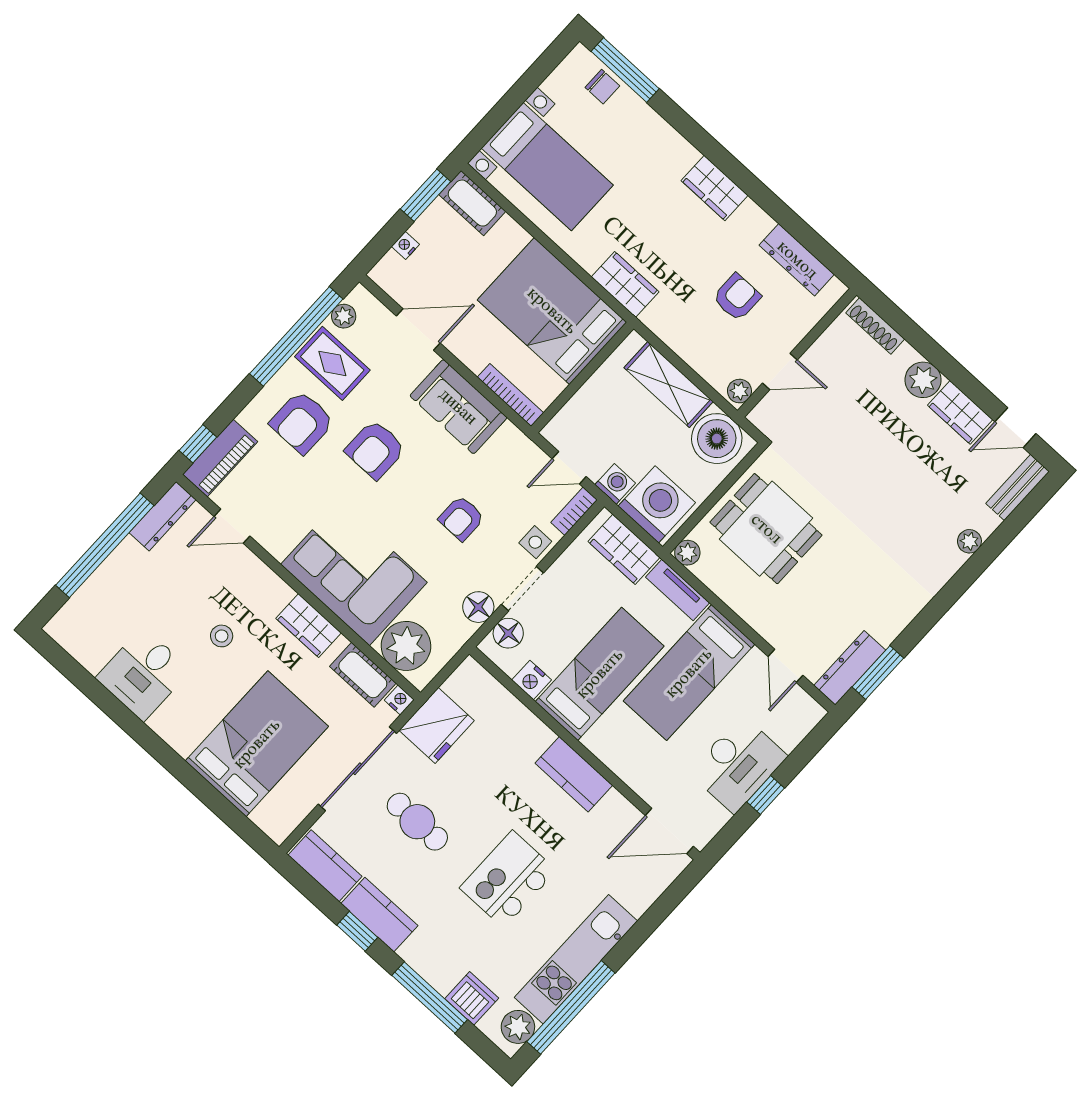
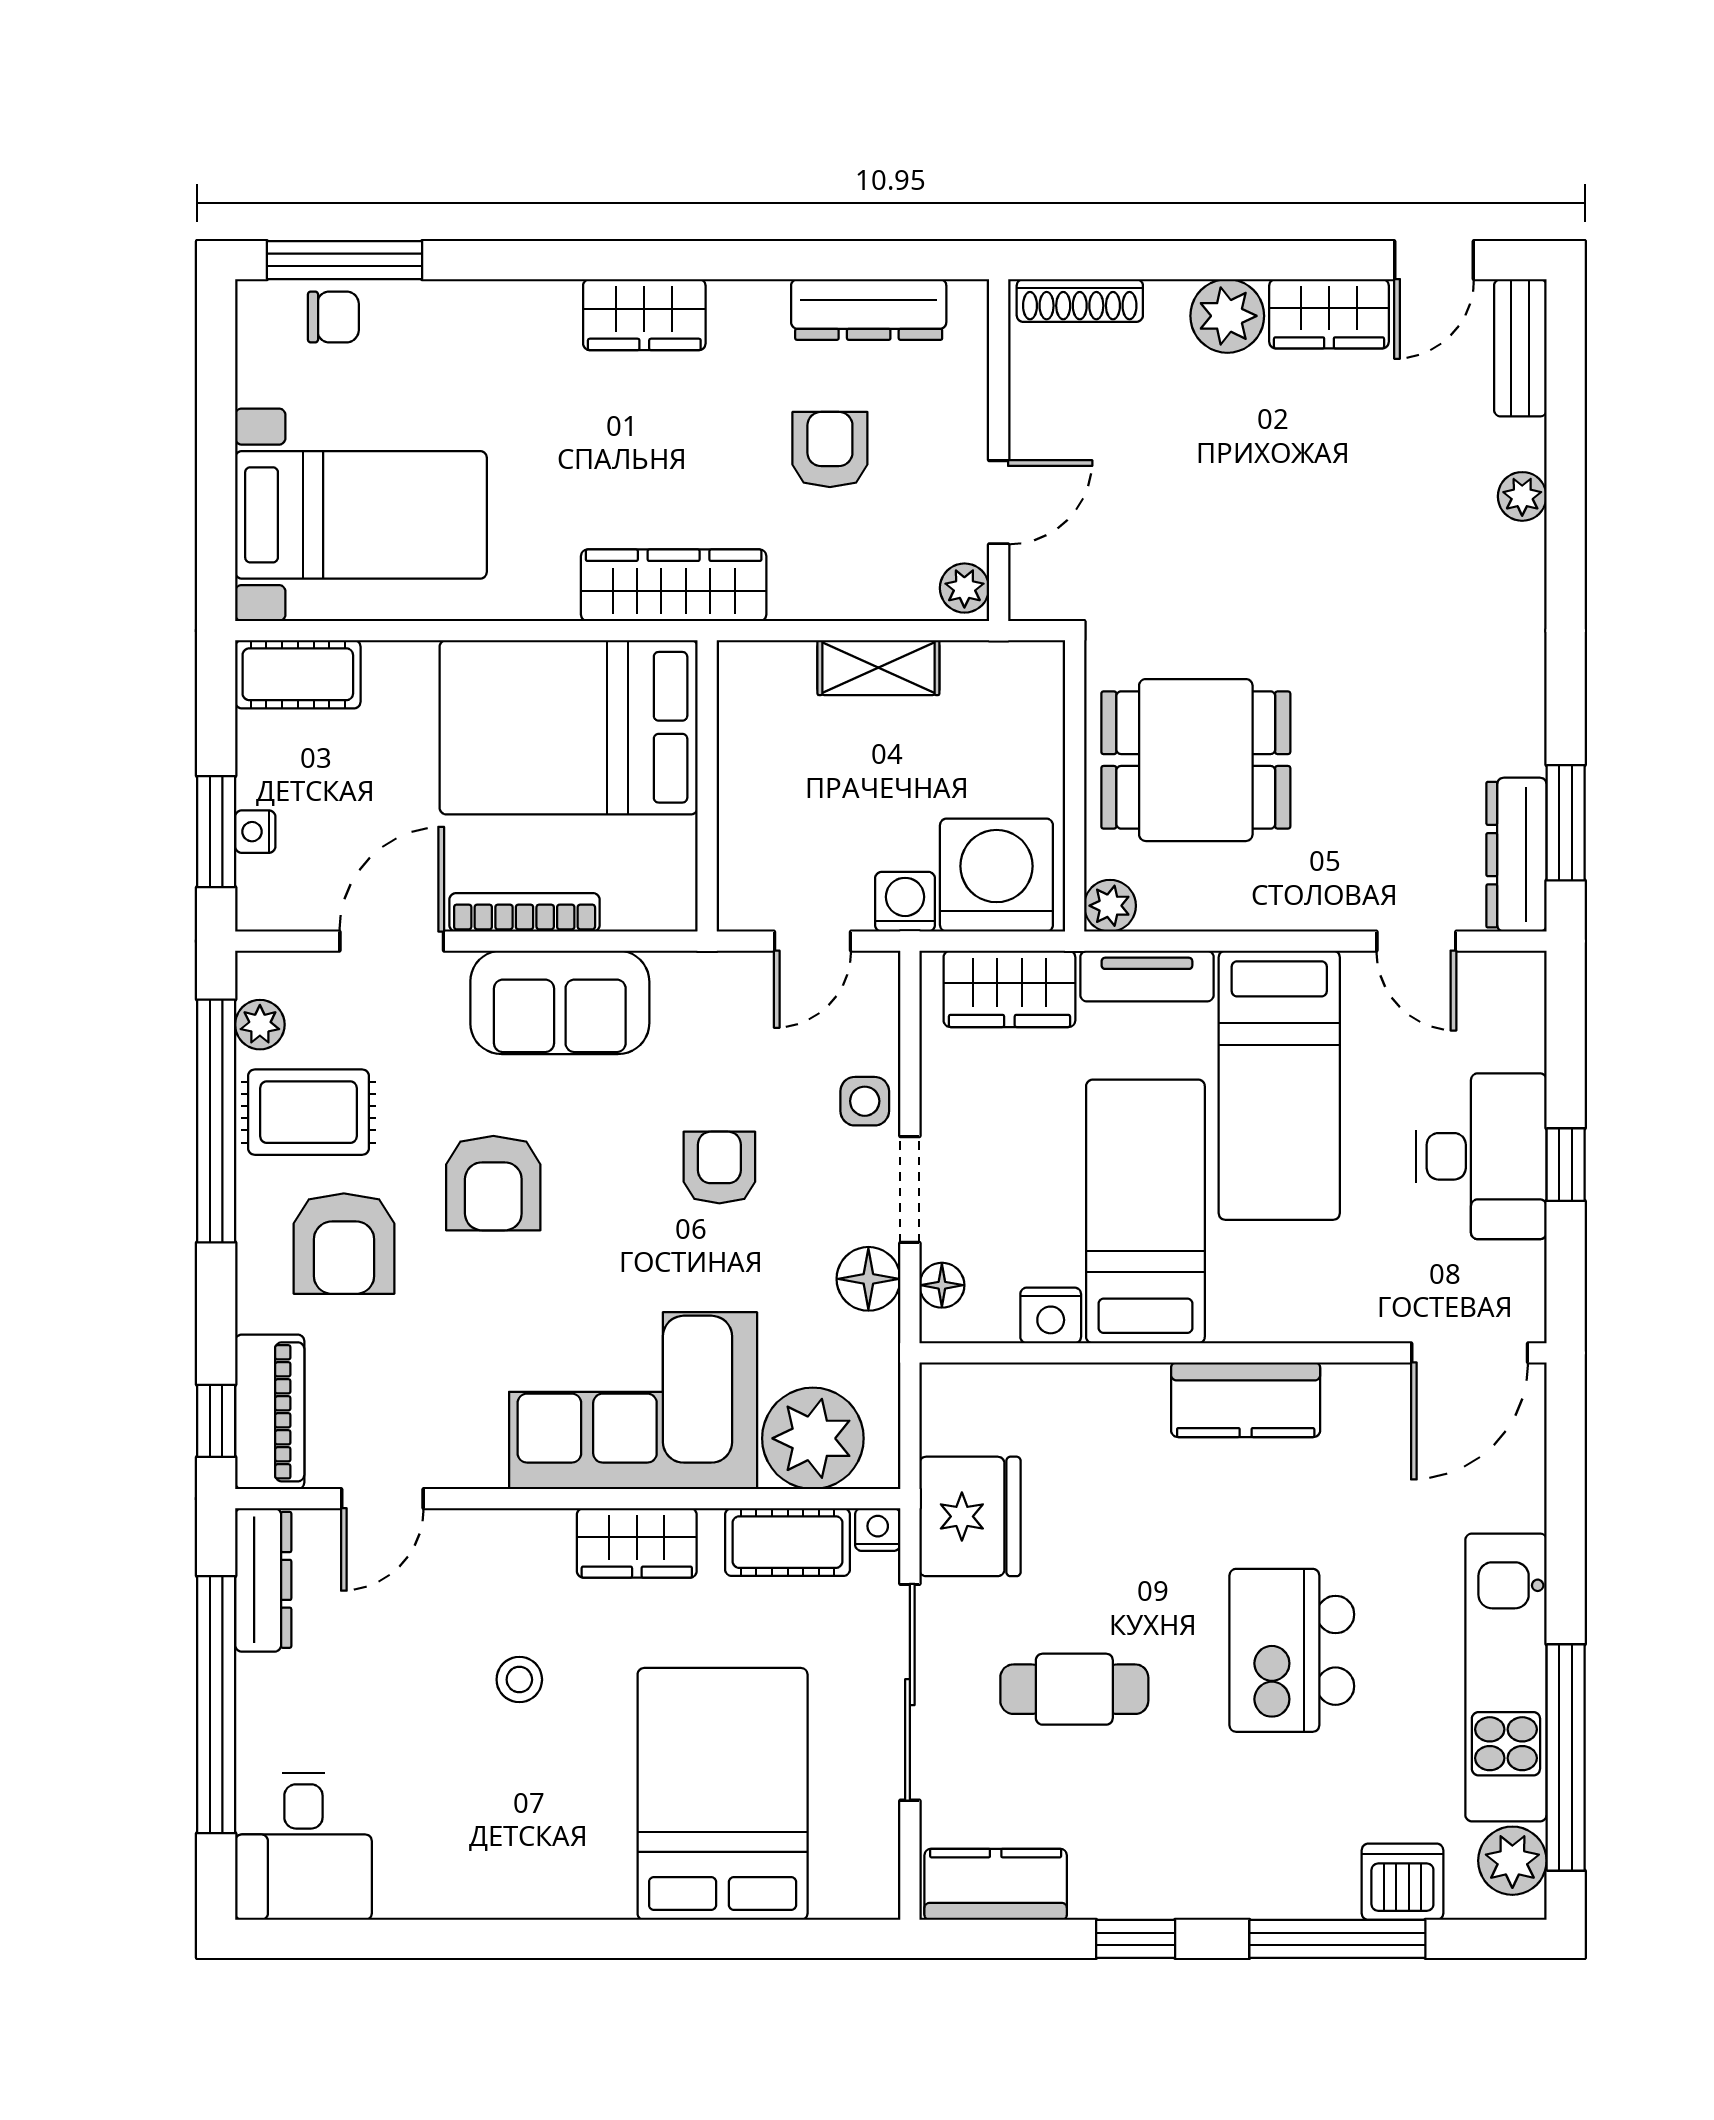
window: (426, 195) -> (216, 832), moved
wardrobe: (625, 284) -> (674, 585), width x1.50
shelving: (669, 385) -> (878, 668), width x0.67, depth x0.75
bookcase: (510, 395) -> (525, 912), moved
boiler: (717, 439) -> (996, 692), removed
bookcase: (574, 511) -> (880, 1000), removed
armchair: (461, 518) -> (719, 1167), turned 180
floor lamp: (508, 633) -> (942, 1285), width x0.73, depth x0.73
desk: (143, 674) -> (303, 1846), moved
kitchen counter: (379, 915) -> (1146, 1883), removed

